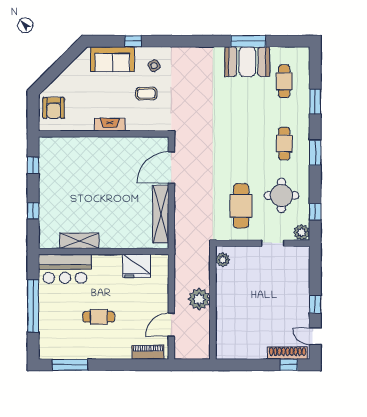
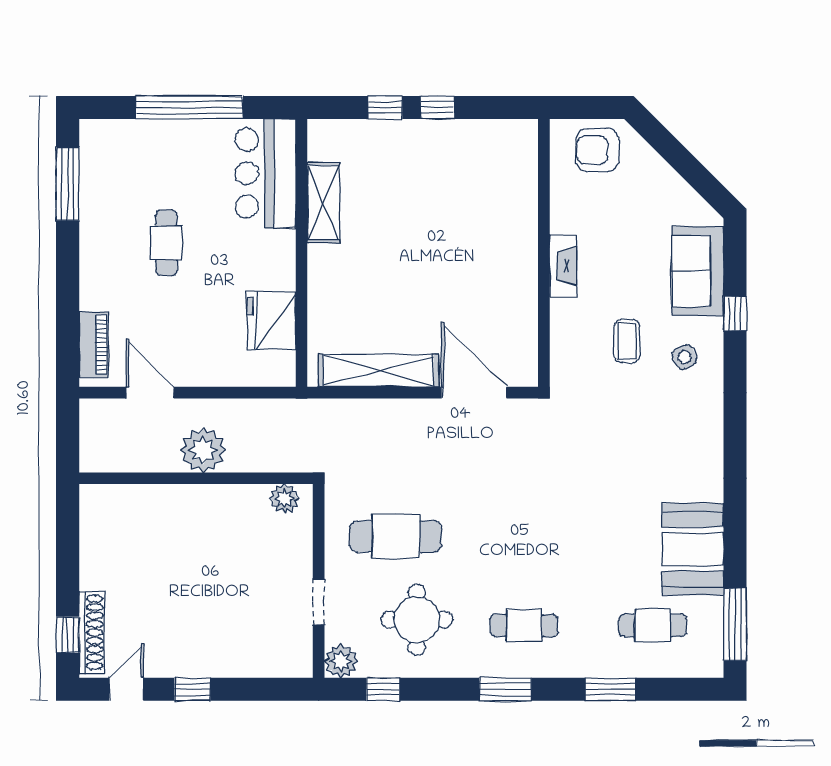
window: (248, 41) -> (735, 624), moved
window: (33, 165) -> (438, 107), moved

